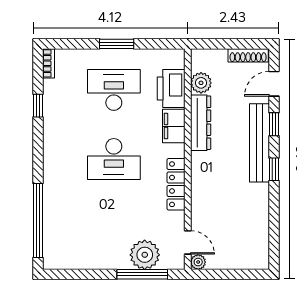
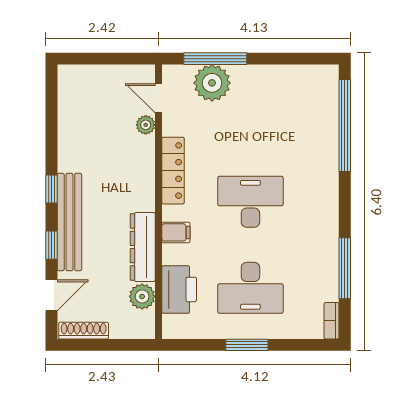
window: (38, 106) -> (345, 268), width x2.17
filing cabinet: (174, 126) -> (176, 232), width x0.50
plant: (198, 262) -> (146, 125), moved

